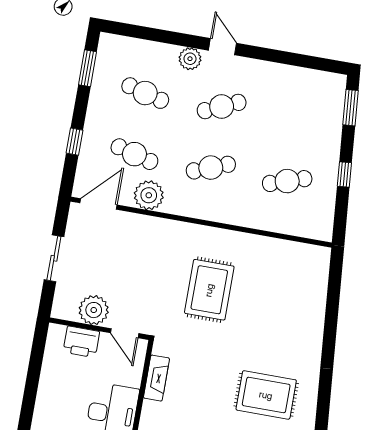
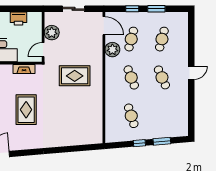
plant: (190, 59) -> (183, 58), removed
window: (87, 68) -> (156, 9), moved
window: (351, 108) -> (162, 141), moved
rug: (209, 290) -> (75, 76), moved
printer: (81, 342) -> (18, 19), moved, turned -90
rug: (266, 395) -> (26, 110), moved

